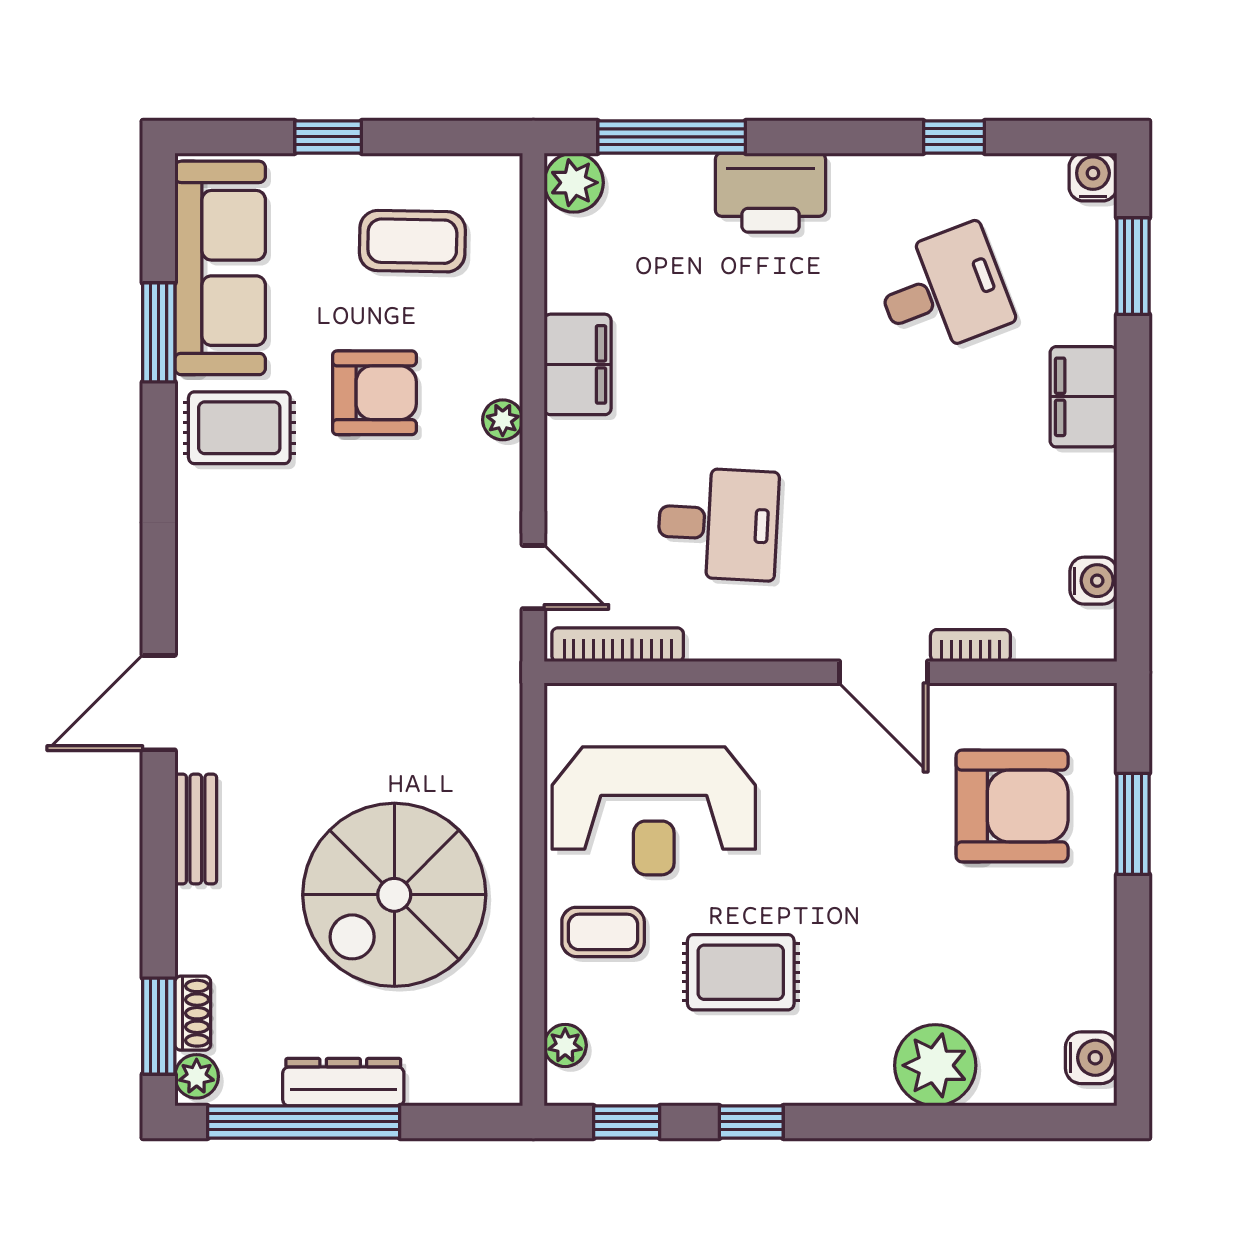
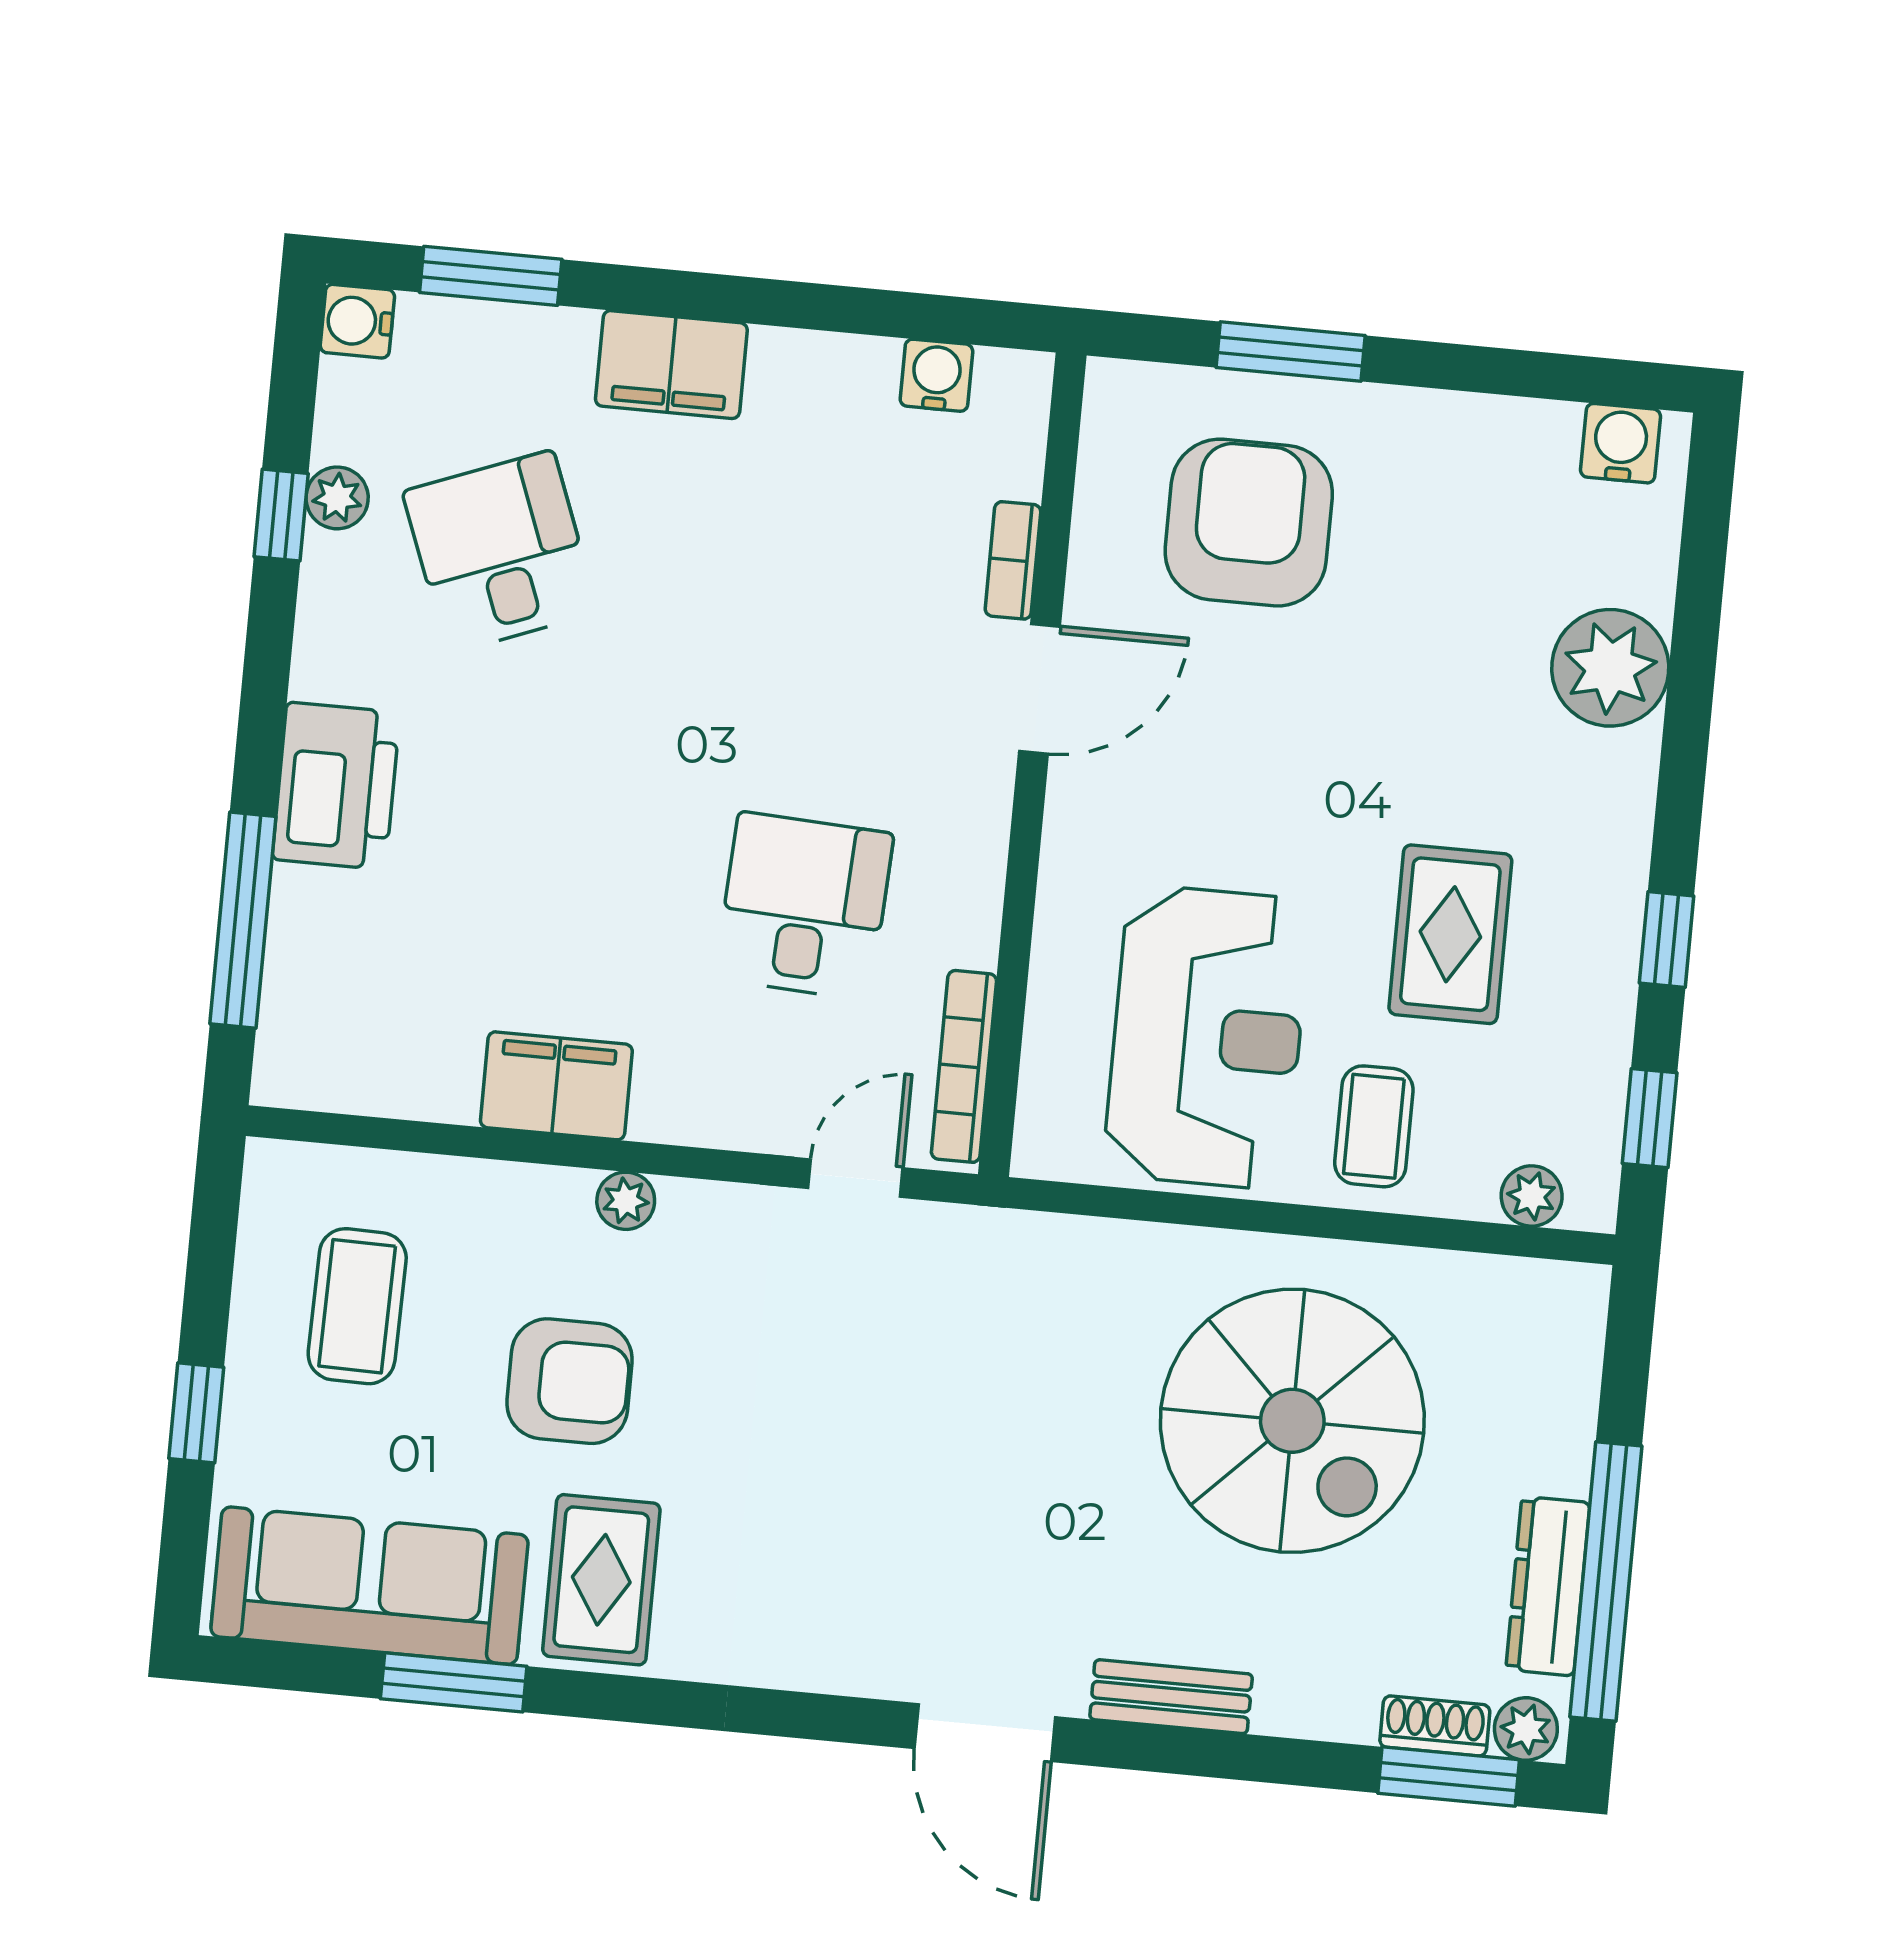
plant: (574, 183) -> (337, 498), moved, width x0.73, depth x0.73
armchair: (374, 393) -> (569, 1381), turned 90
dresser: (343, 1082) -> (1548, 1586), moved

